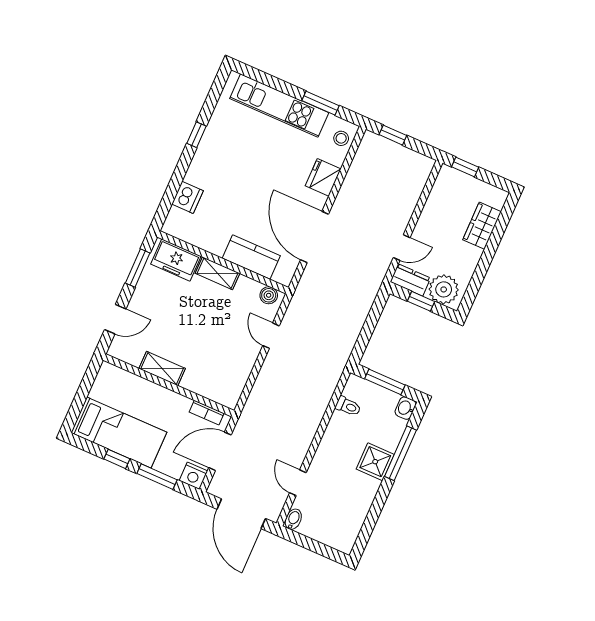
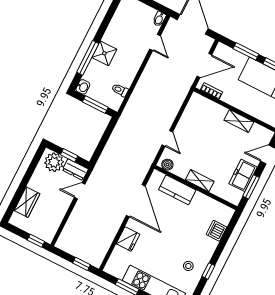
stool: (341, 138) -> (188, 266), moved
freezer: (176, 260) -> (243, 175), moved, turned -90
nightstand: (194, 476) -> (222, 51), removed

